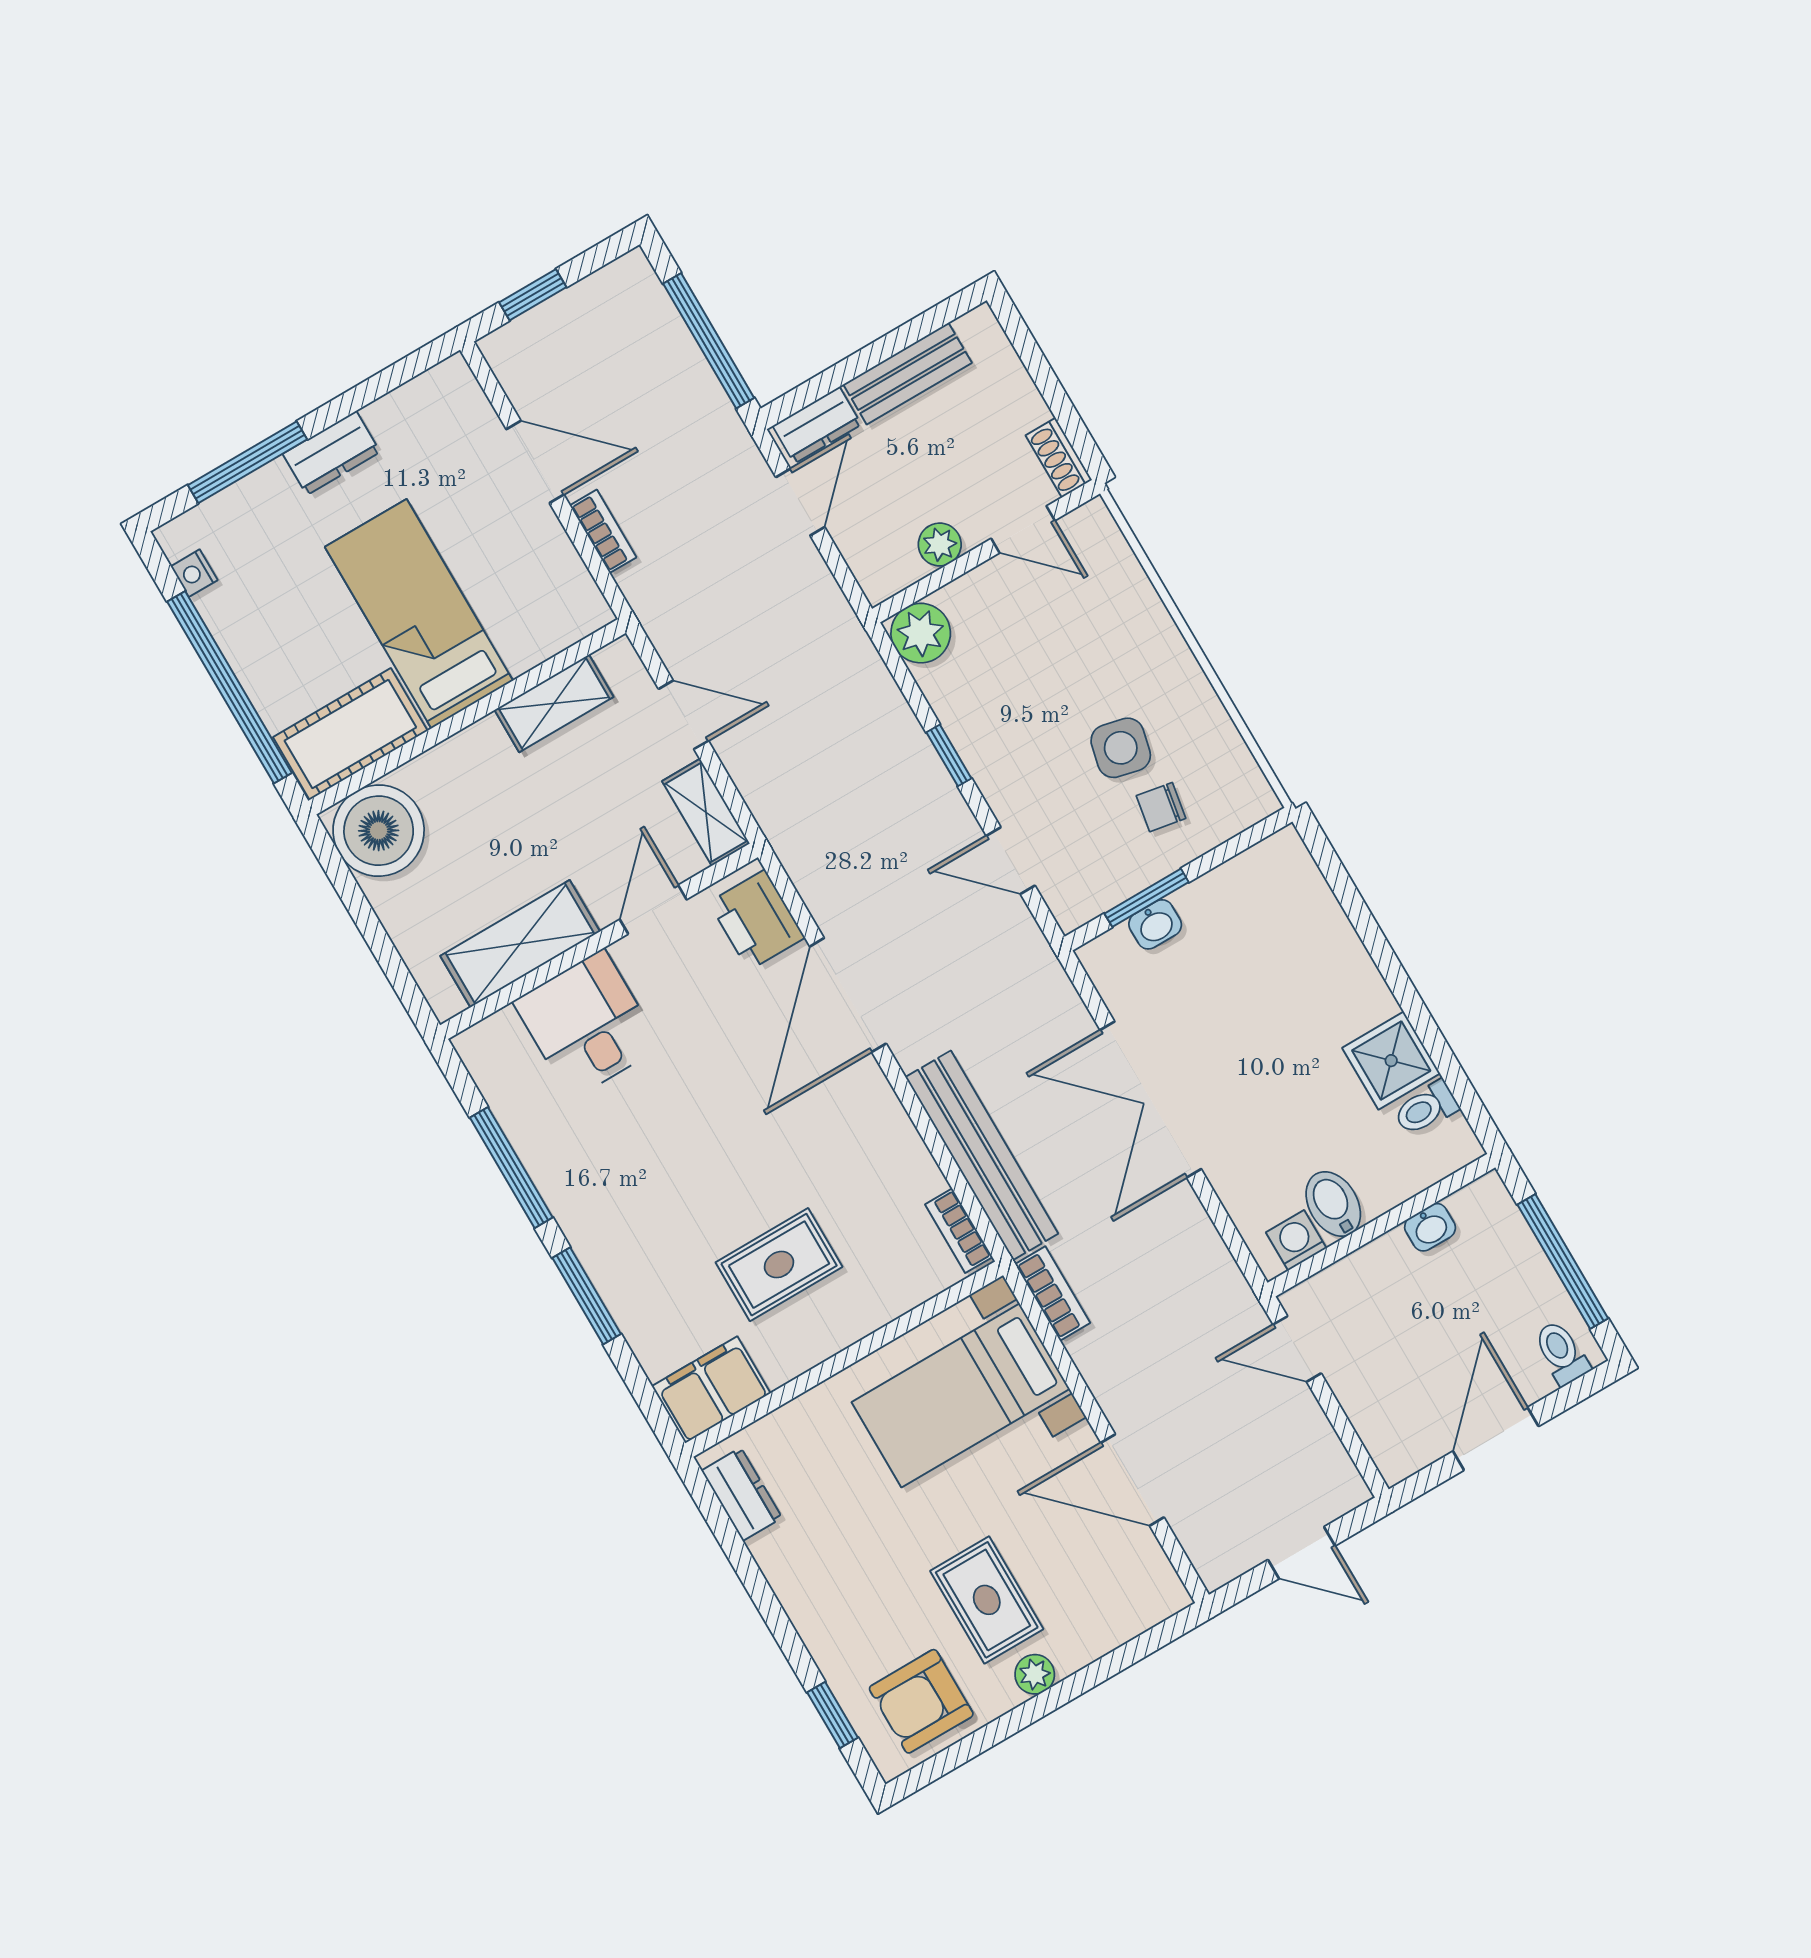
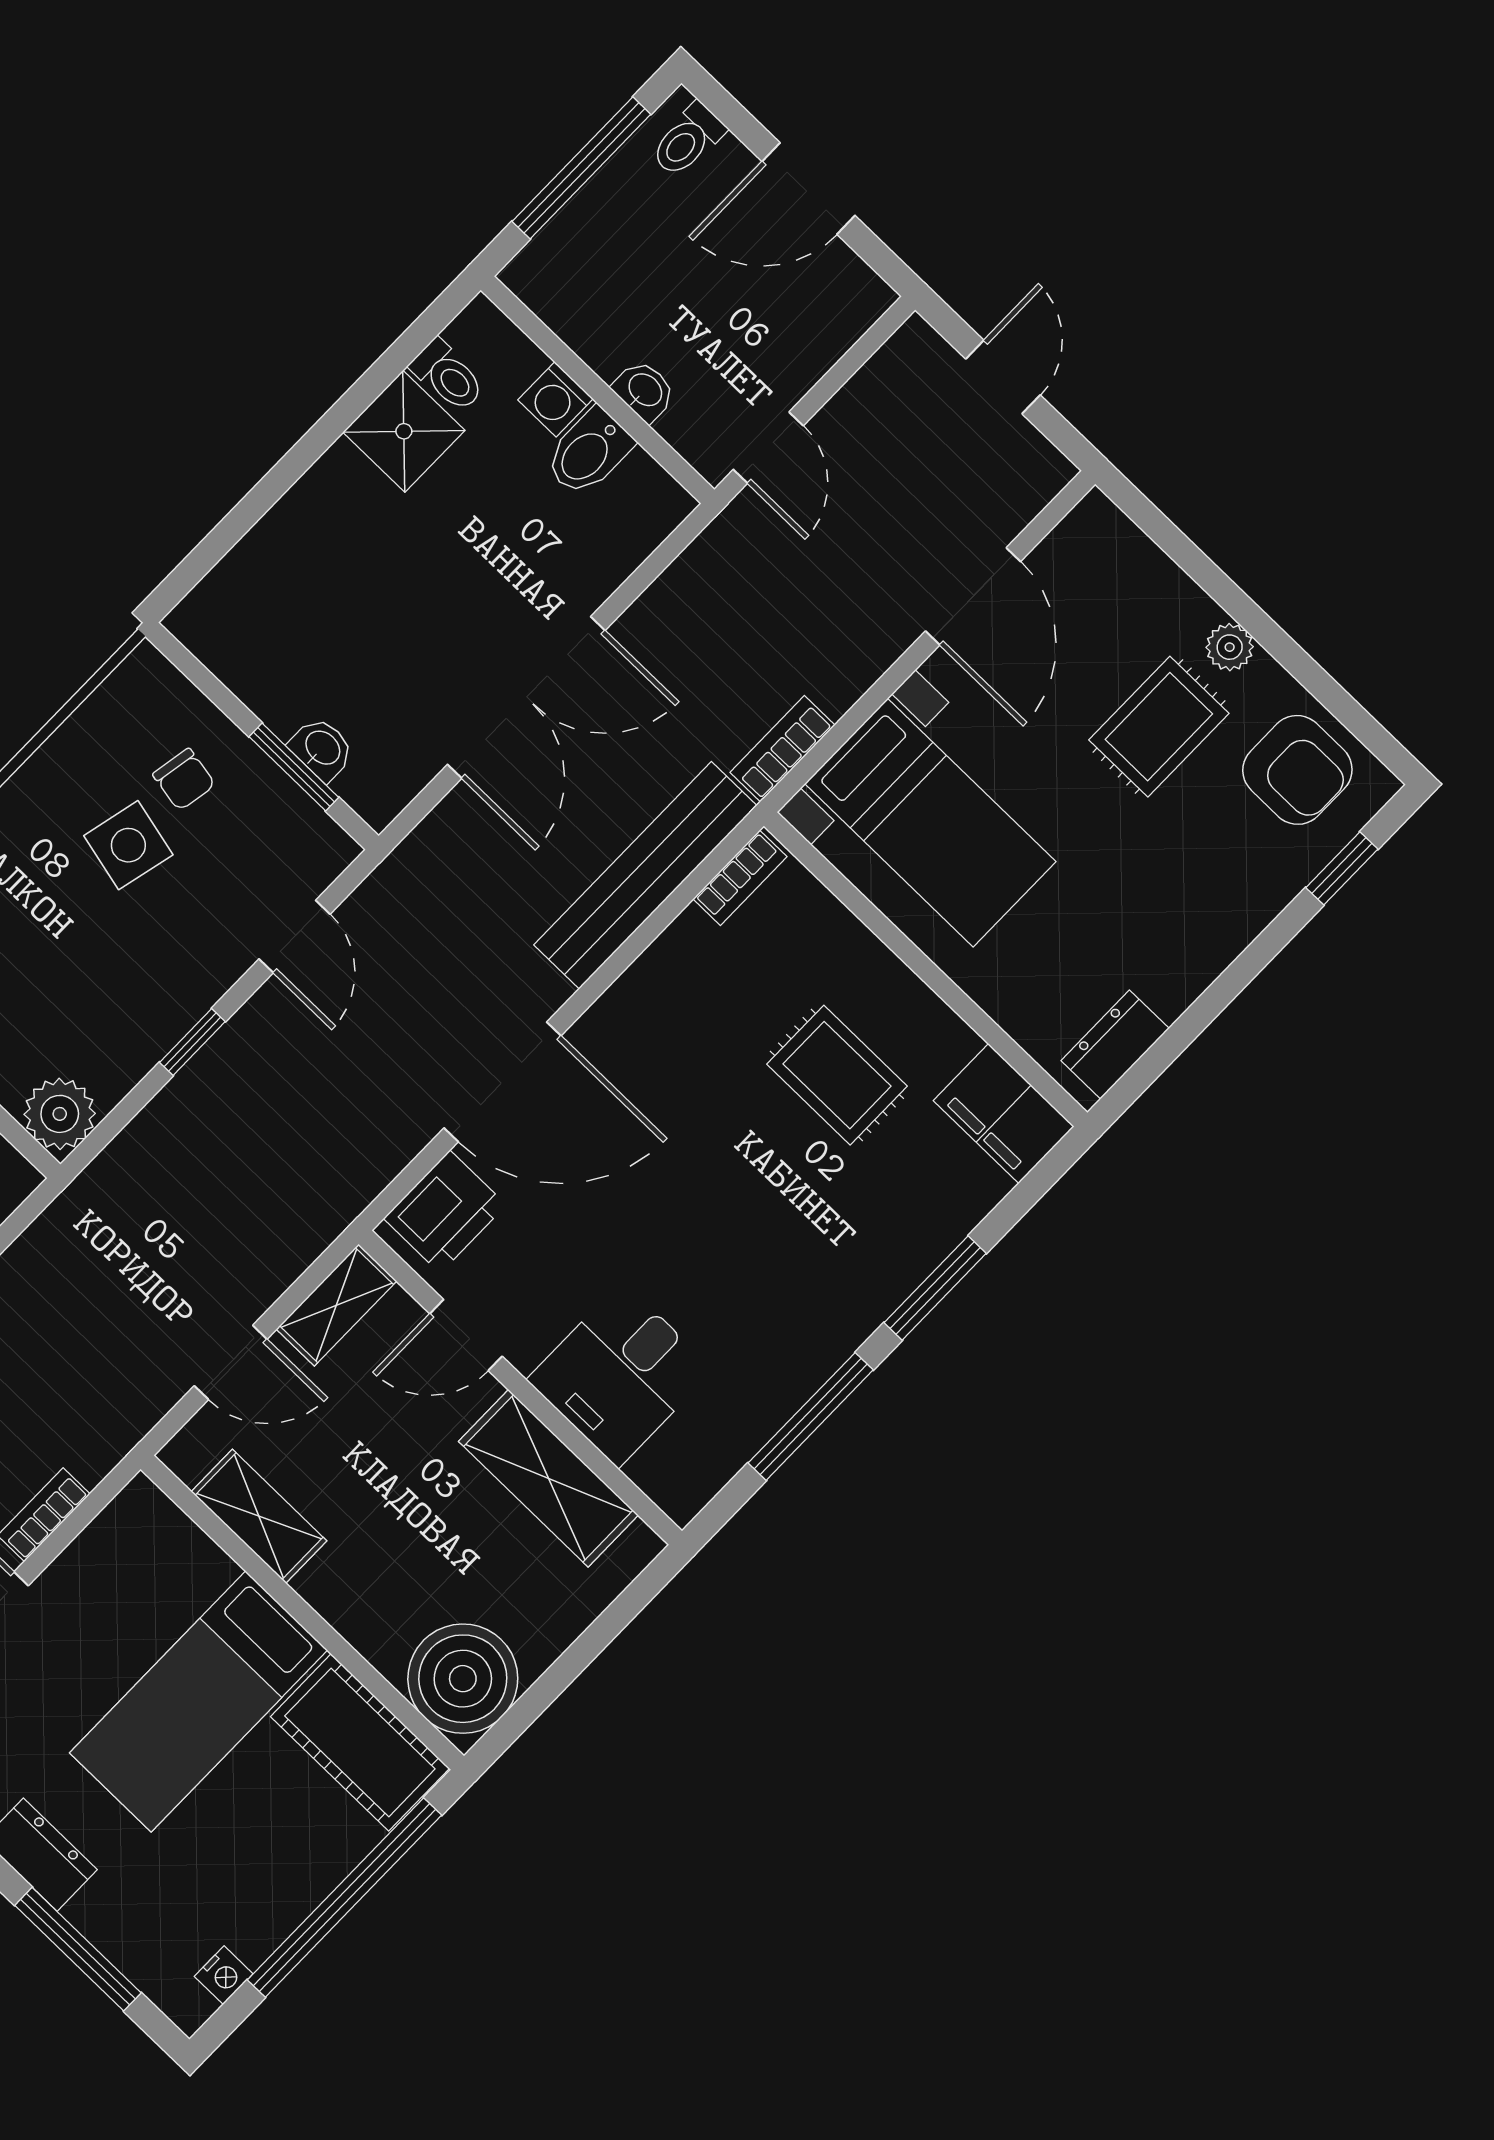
door: (683, 715) -> (231, 1362), swing flipped
washbasin: (1430, 1227) -> (644, 391), moved
washing machine: (1296, 1240) -> (556, 399), moved

